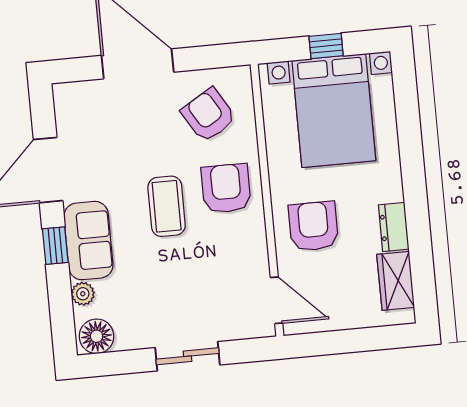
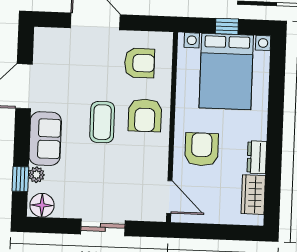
armchair: (209, 115) -> (140, 63), turned 121
armchair: (226, 188) -> (145, 115), turned 180
window: (55, 246) -> (20, 179), moved

